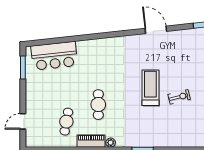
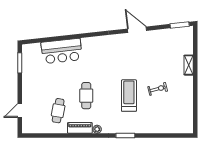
bar counter: (54, 56) -> (62, 51), moved
treadmill: (150, 88) -> (129, 96), moved

